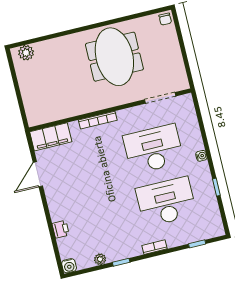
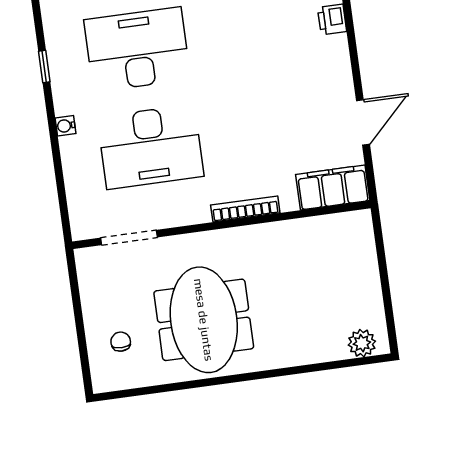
chair: (165, 19) -> (121, 342), moved
desk: (166, 202) -> (137, 49), turned 180

